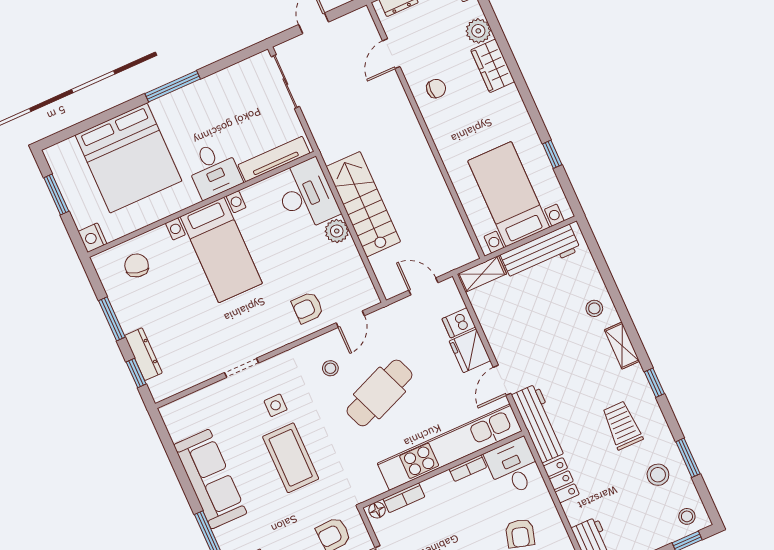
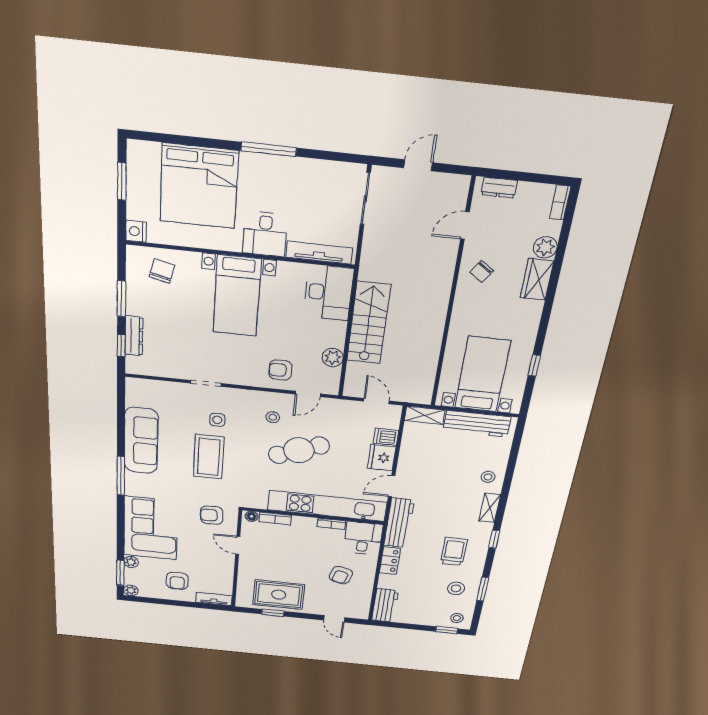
chair: (436, 89) -> (482, 271), turned 125
plant: (337, 231) -> (333, 358), moved

